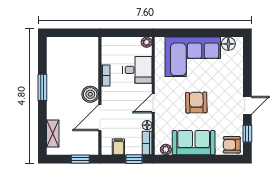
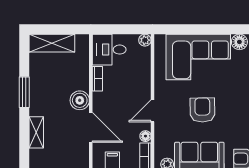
shelving: (66, 45) -> (52, 43), added
desk: (137, 70) -> (109, 50), moved, turned 180
door: (100, 118) -> (91, 127), swing flipped
shelving: (53, 133) -> (36, 132), moved

